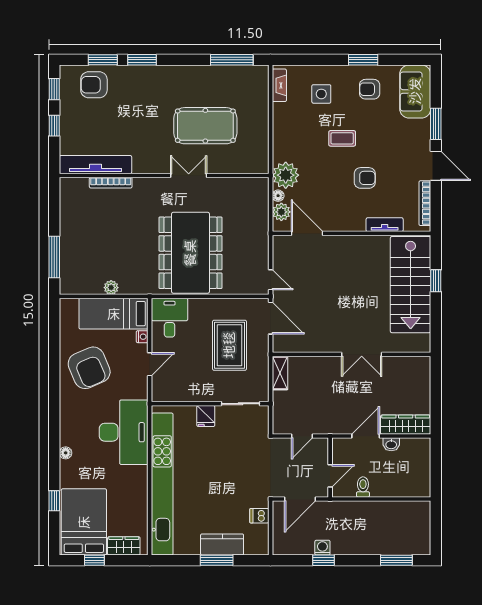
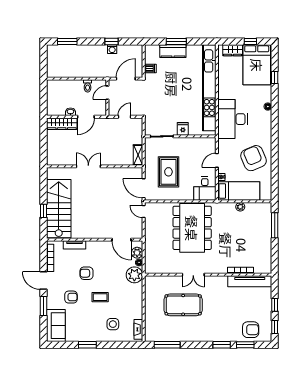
armchair: (370, 89) -> (71, 297), moved

